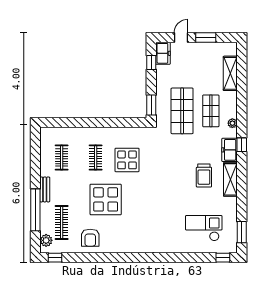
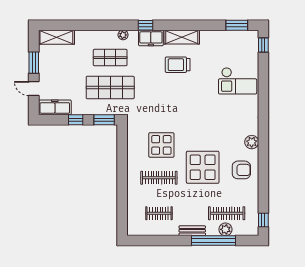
freezer: (163, 53) -> (55, 107), width x1.40
window: (151, 62) -> (76, 120), moved
shelving: (230, 73) -> (56, 37), moved
clothes rail: (96, 158) -> (159, 178), width x1.36
trolley: (204, 175) -> (178, 65), turned 180
checkout: (204, 228) -> (238, 81), moved, turned -90
armchair: (90, 238) -> (241, 170), moved
plant: (46, 240) -> (225, 229), moved
plant: (130, 246) -> (252, 142), added

